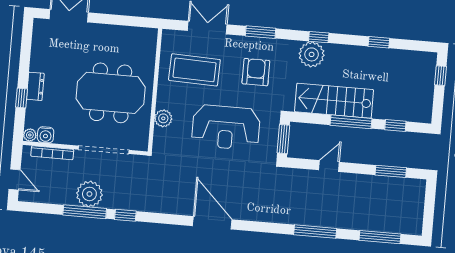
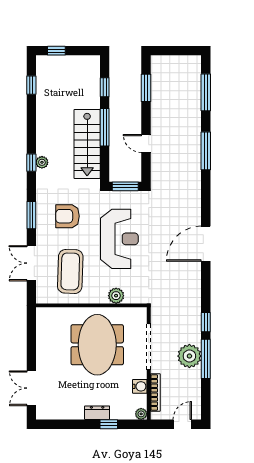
window: (379, 42) -> (31, 85), moved
plant: (312, 54) -> (42, 162), width x0.53, depth x0.53
water cooler: (46, 135) -> (140, 386), moved

